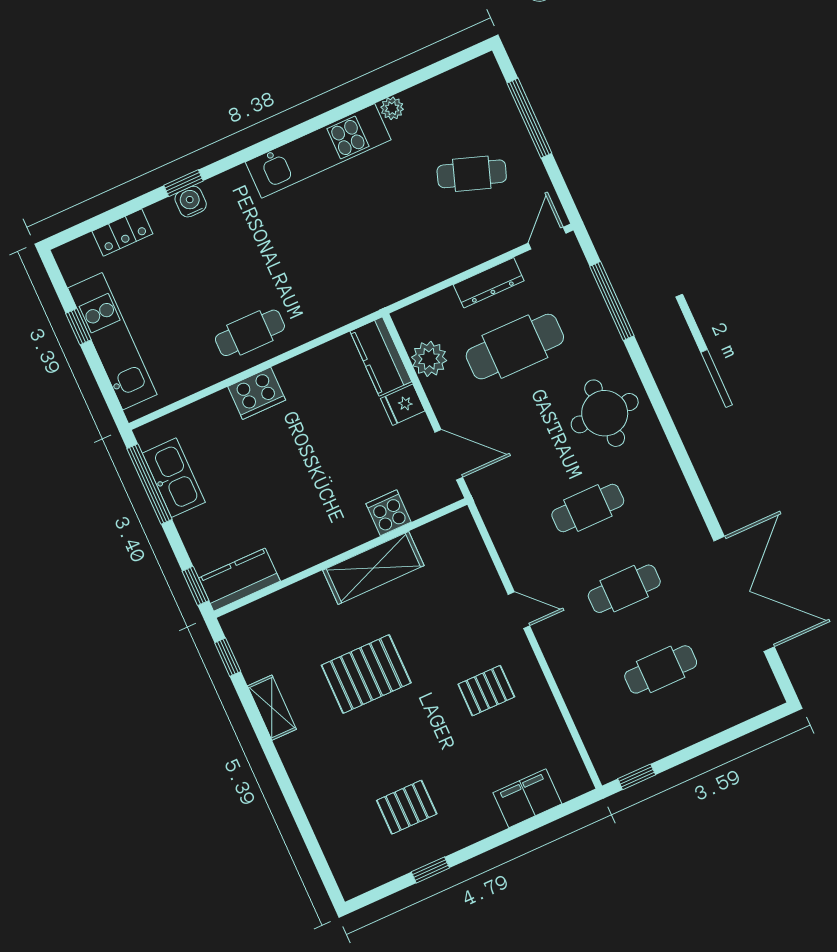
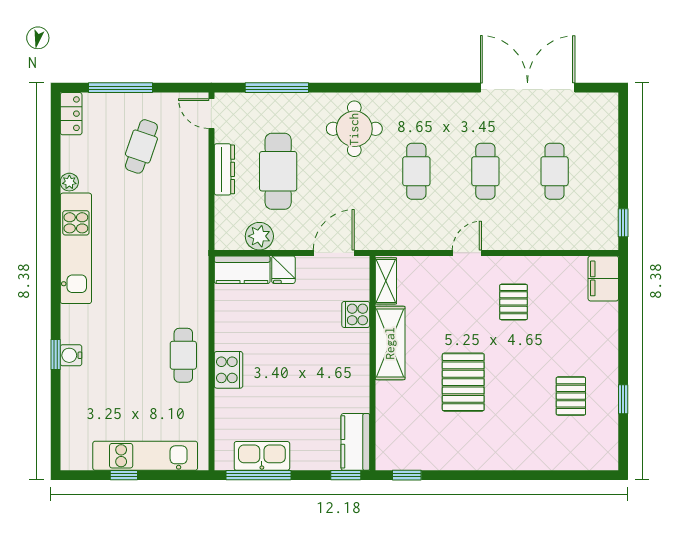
locker: (122, 232) -> (71, 114), moved
shelving: (272, 708) -> (386, 281), moved, turned 90
filing cabinet: (527, 798) -> (603, 278), moved

